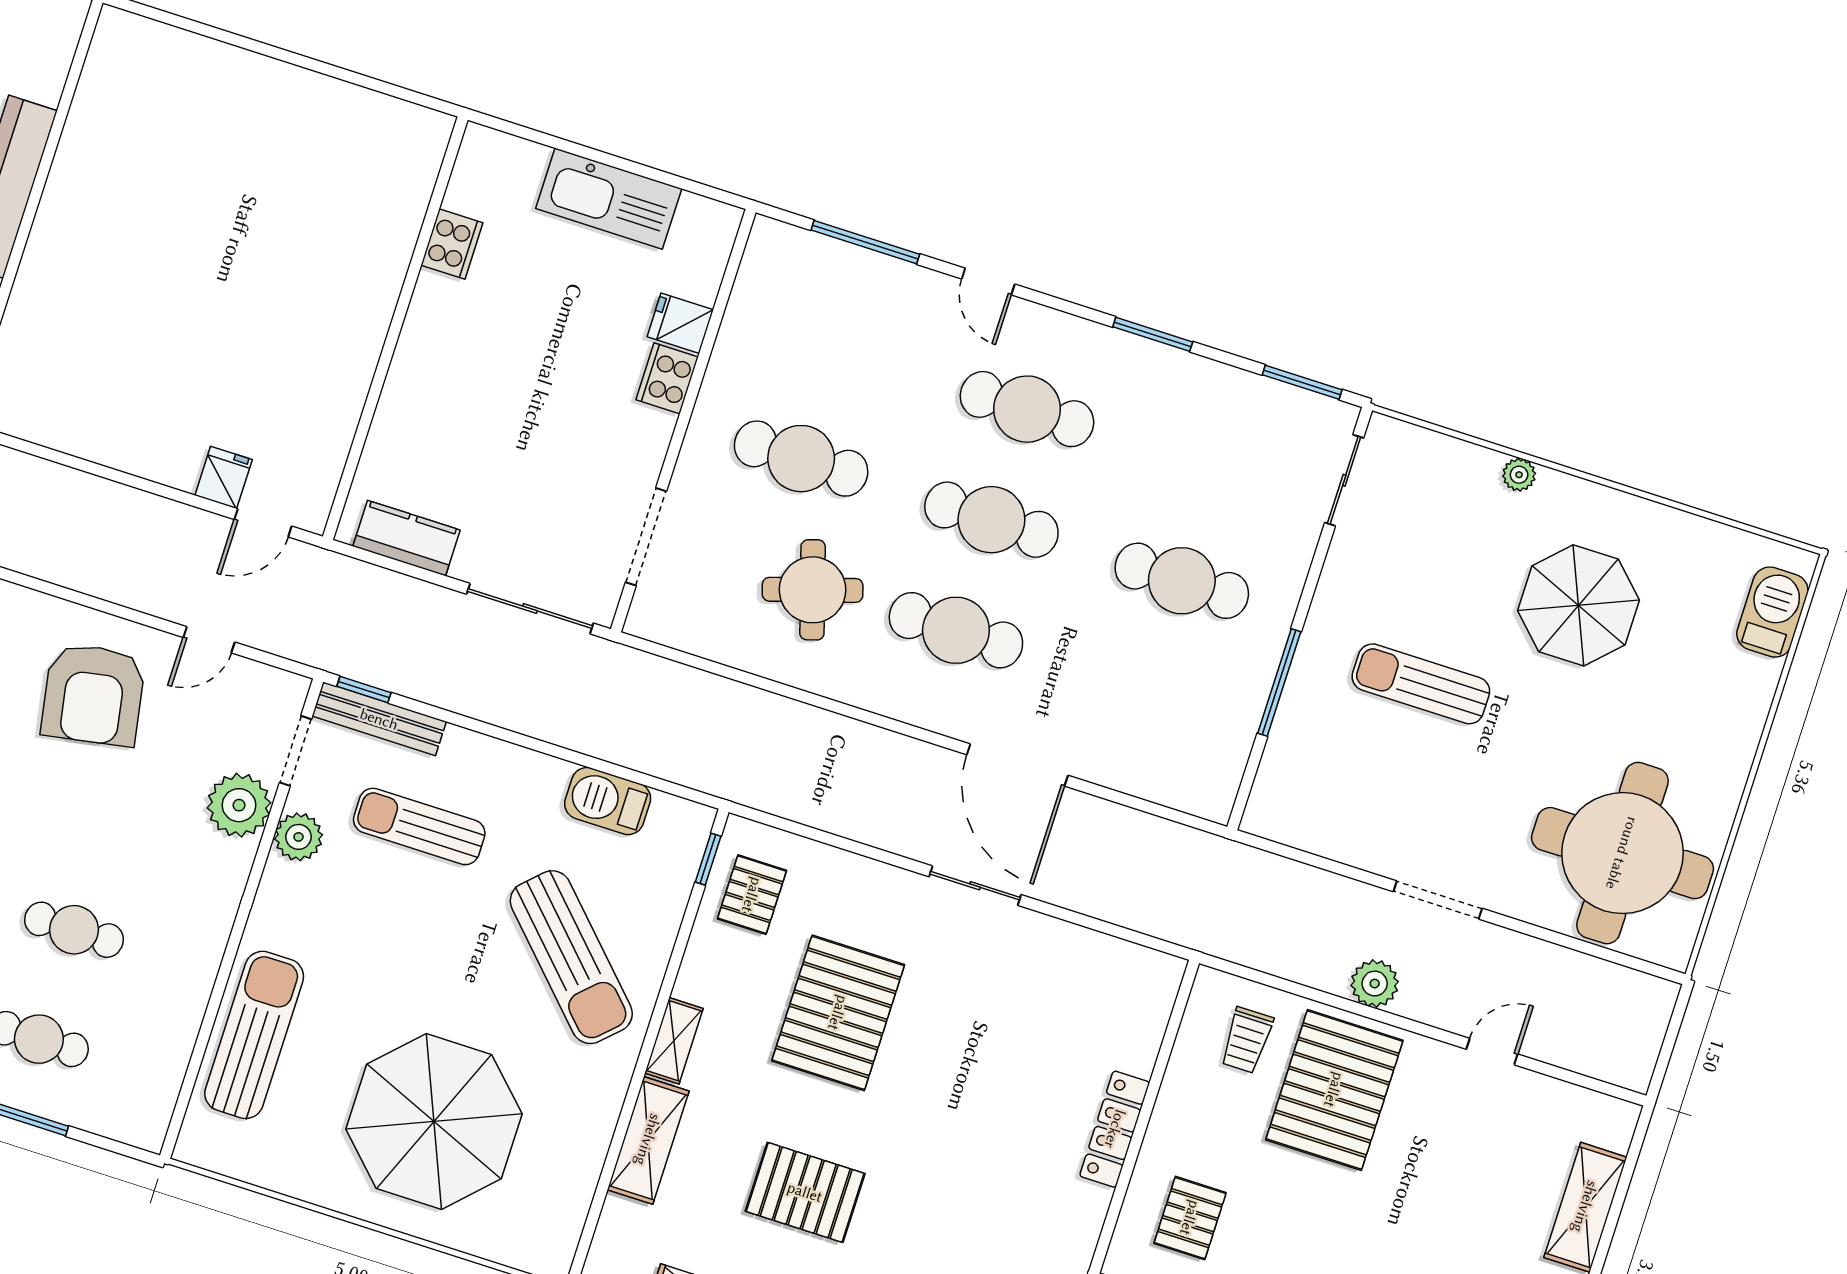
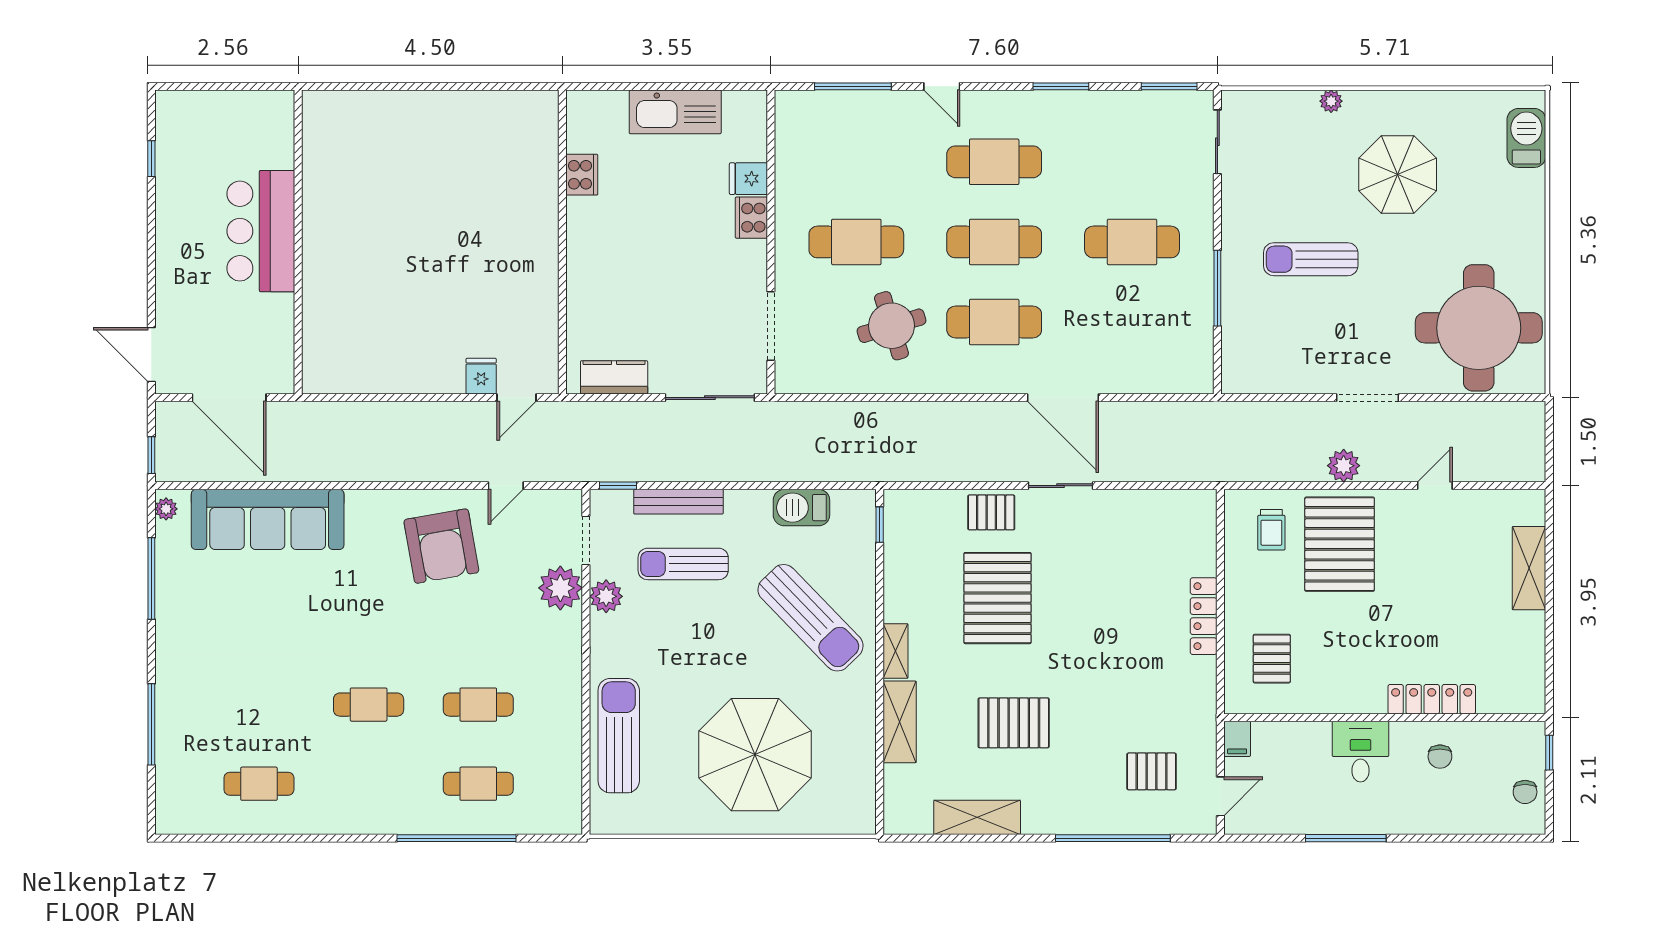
bench: (379, 719) -> (678, 502), moved
pallet: (752, 895) -> (991, 512), moved, turned 90

